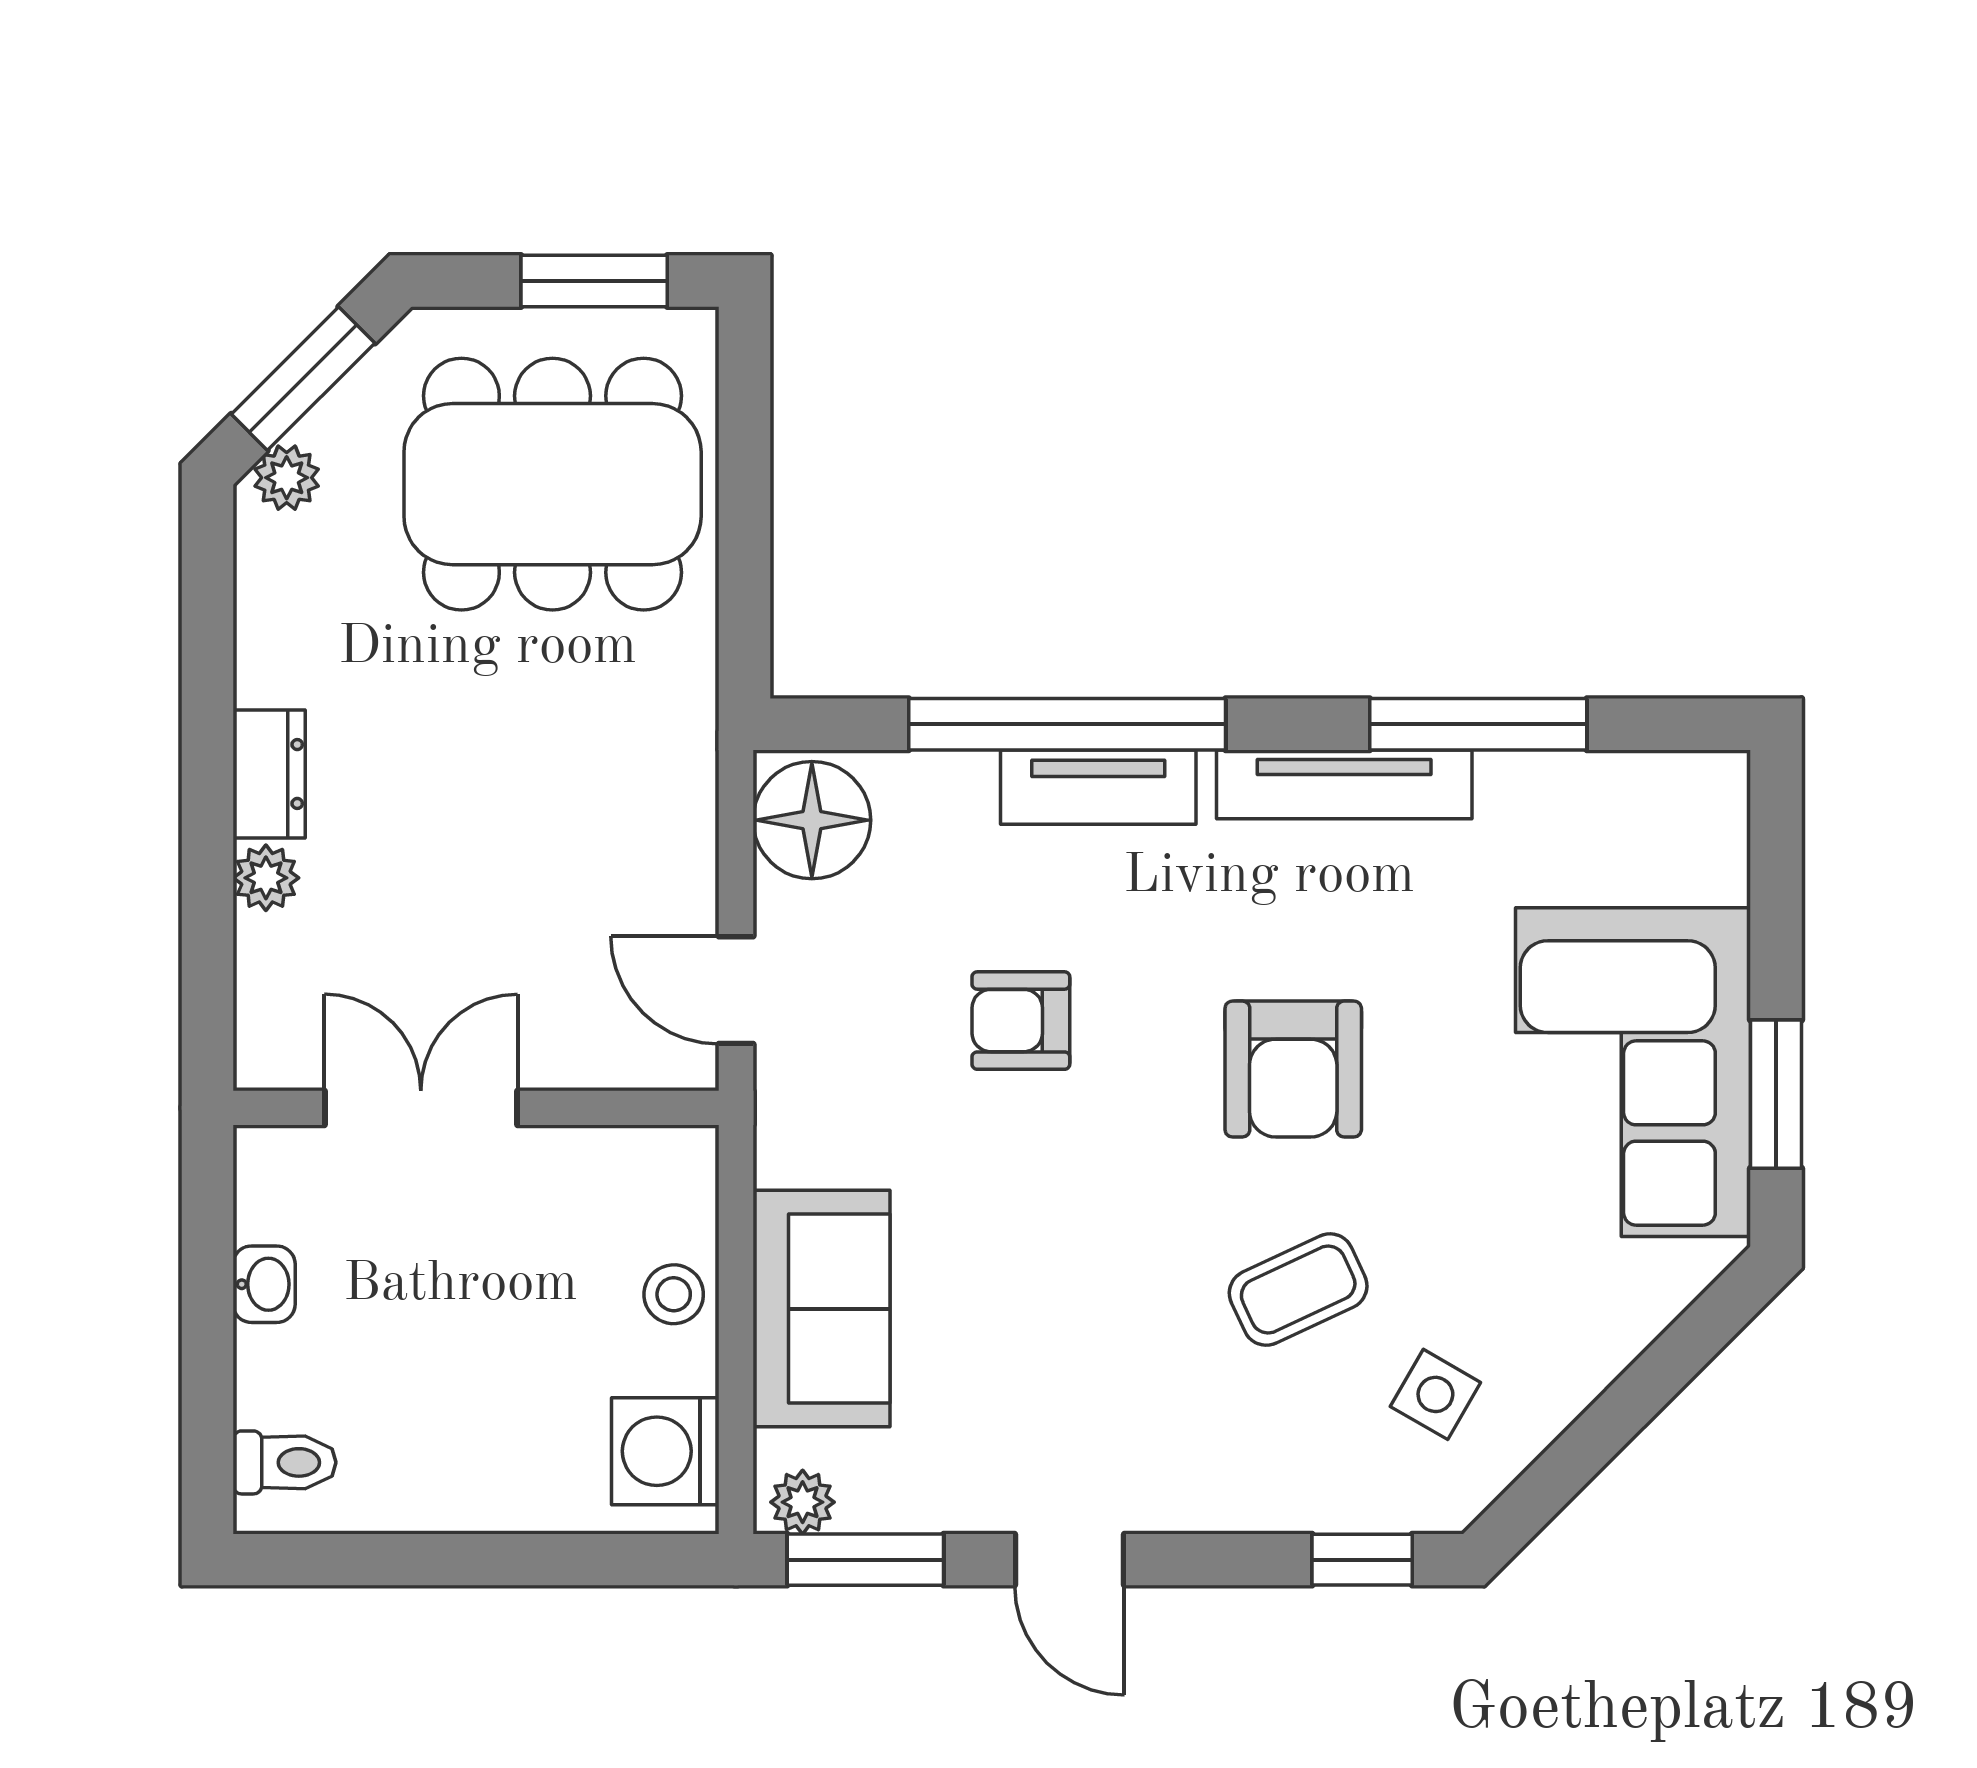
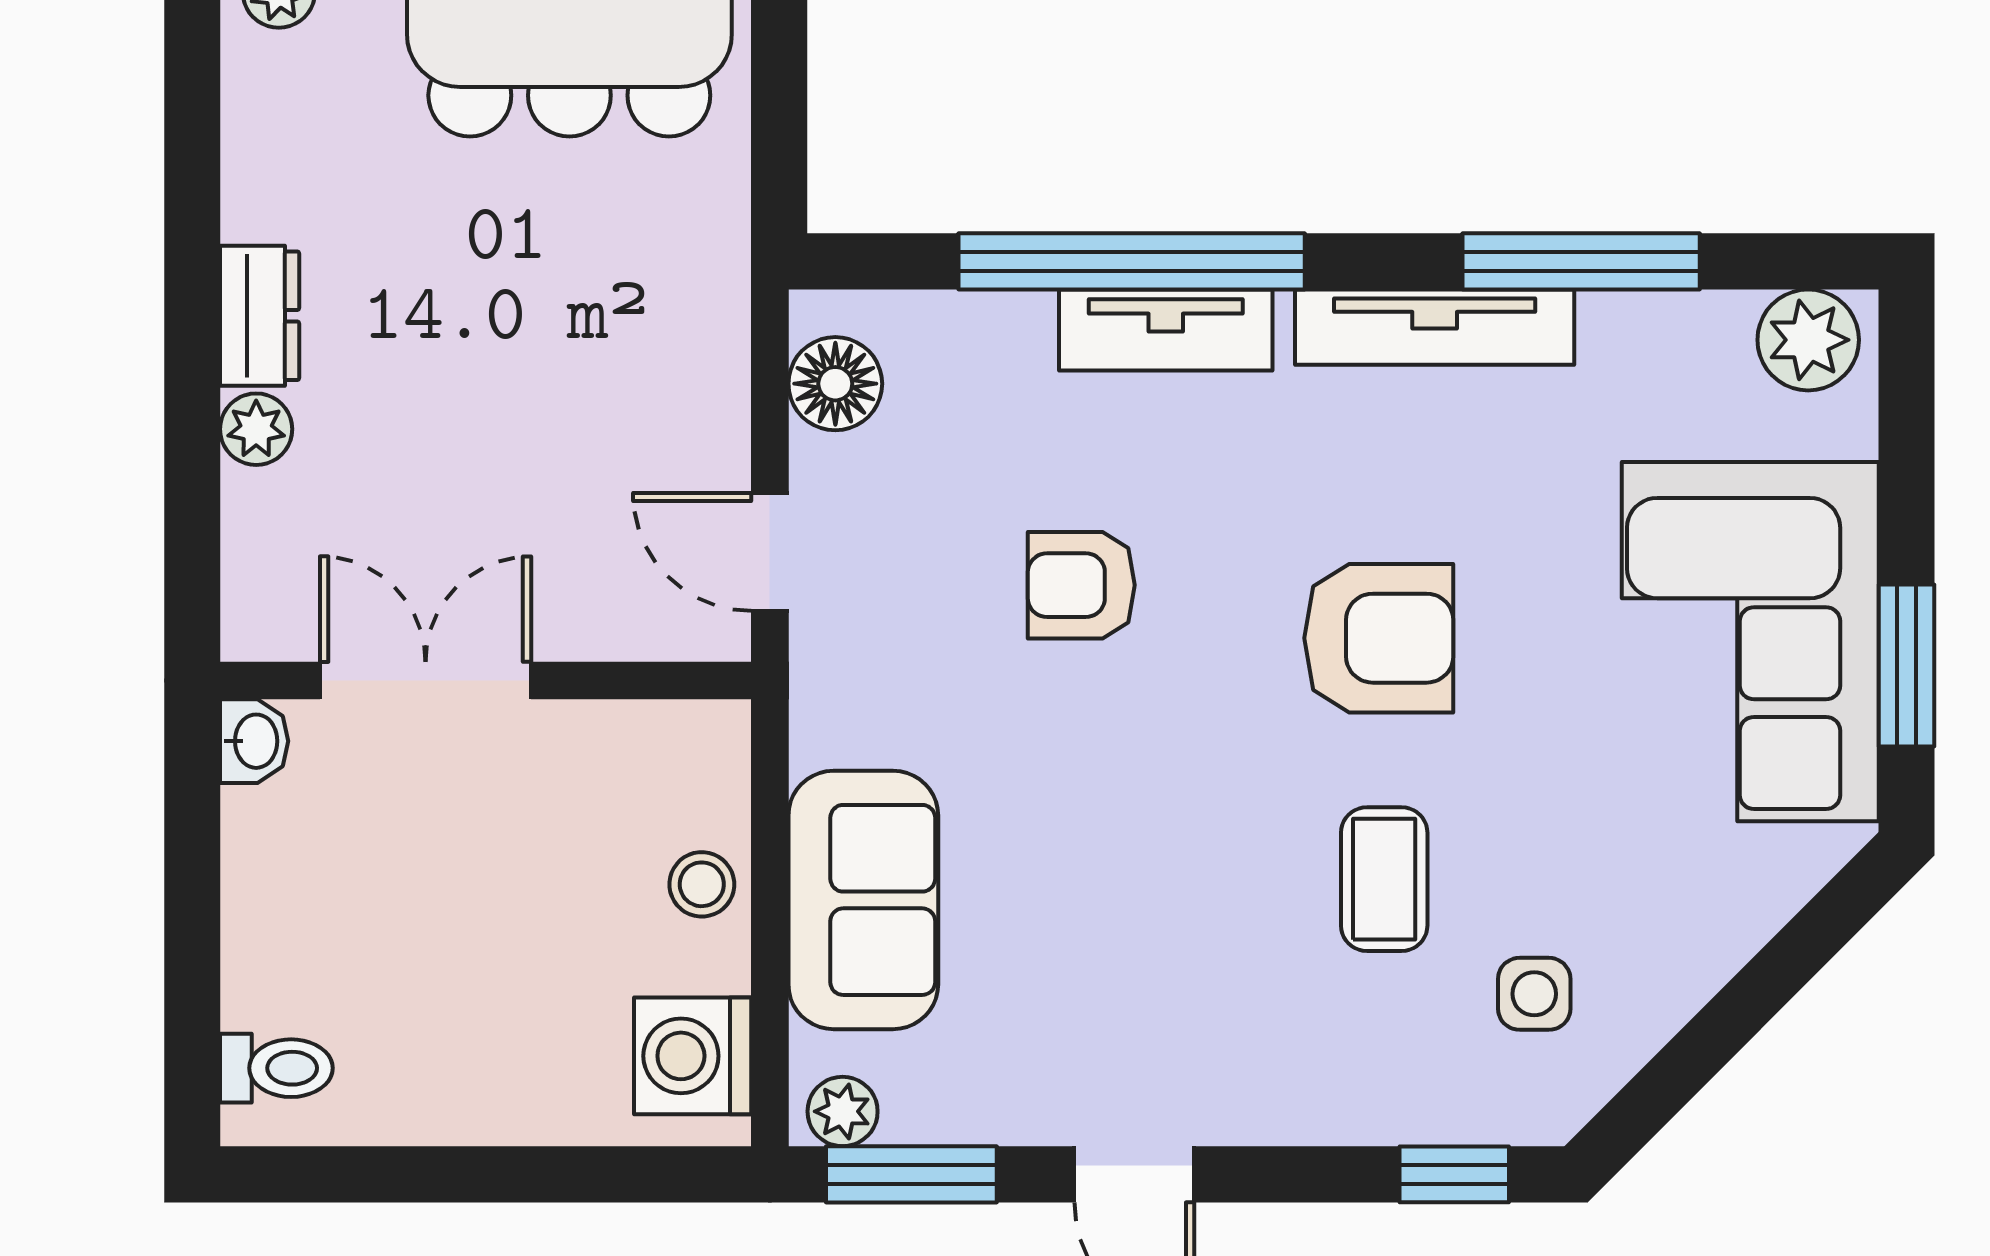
plant: (1686, 796) -> (1808, 340), added
floor lamp: (812, 820) -> (835, 384), width x0.73, depth x0.73
armchair: (1293, 1069) -> (1379, 638), turned -90
washbasin: (264, 1284) -> (254, 741), moved
coffee table: (1298, 1290) -> (1384, 879), turned -65
side table: (1435, 1394) -> (1534, 994), turned -30

